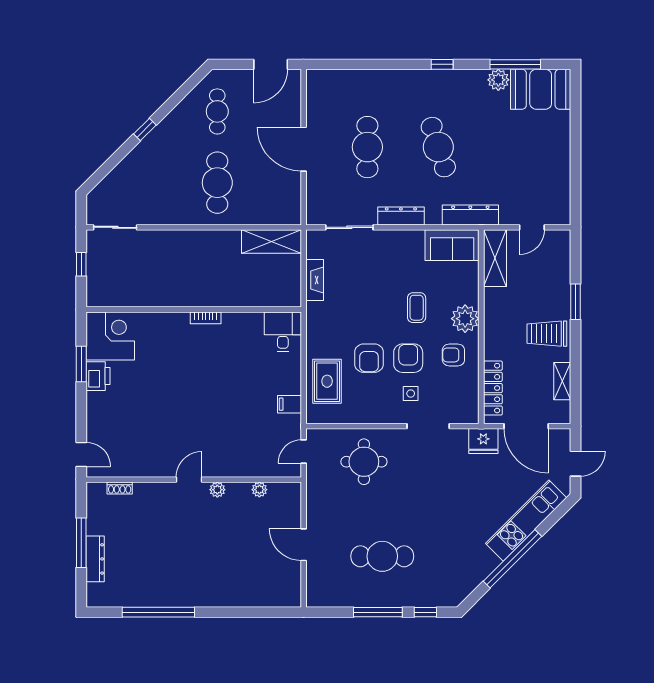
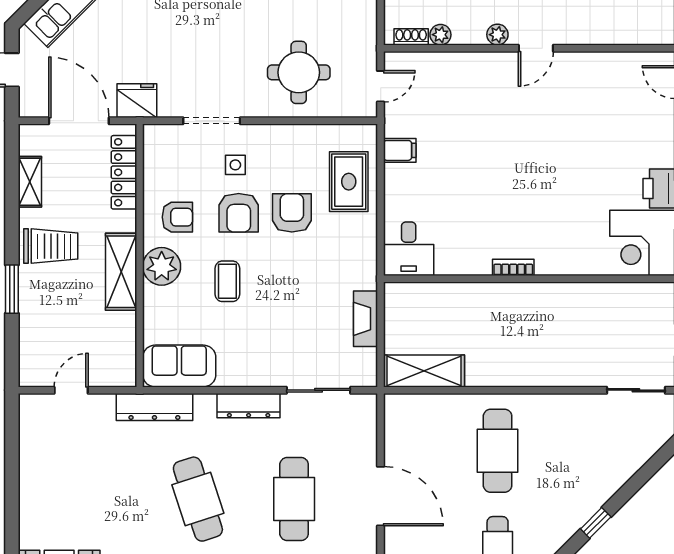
shelving: (495, 258) -> (121, 272), moved
shoe rack: (120, 488) -> (411, 37), moved

